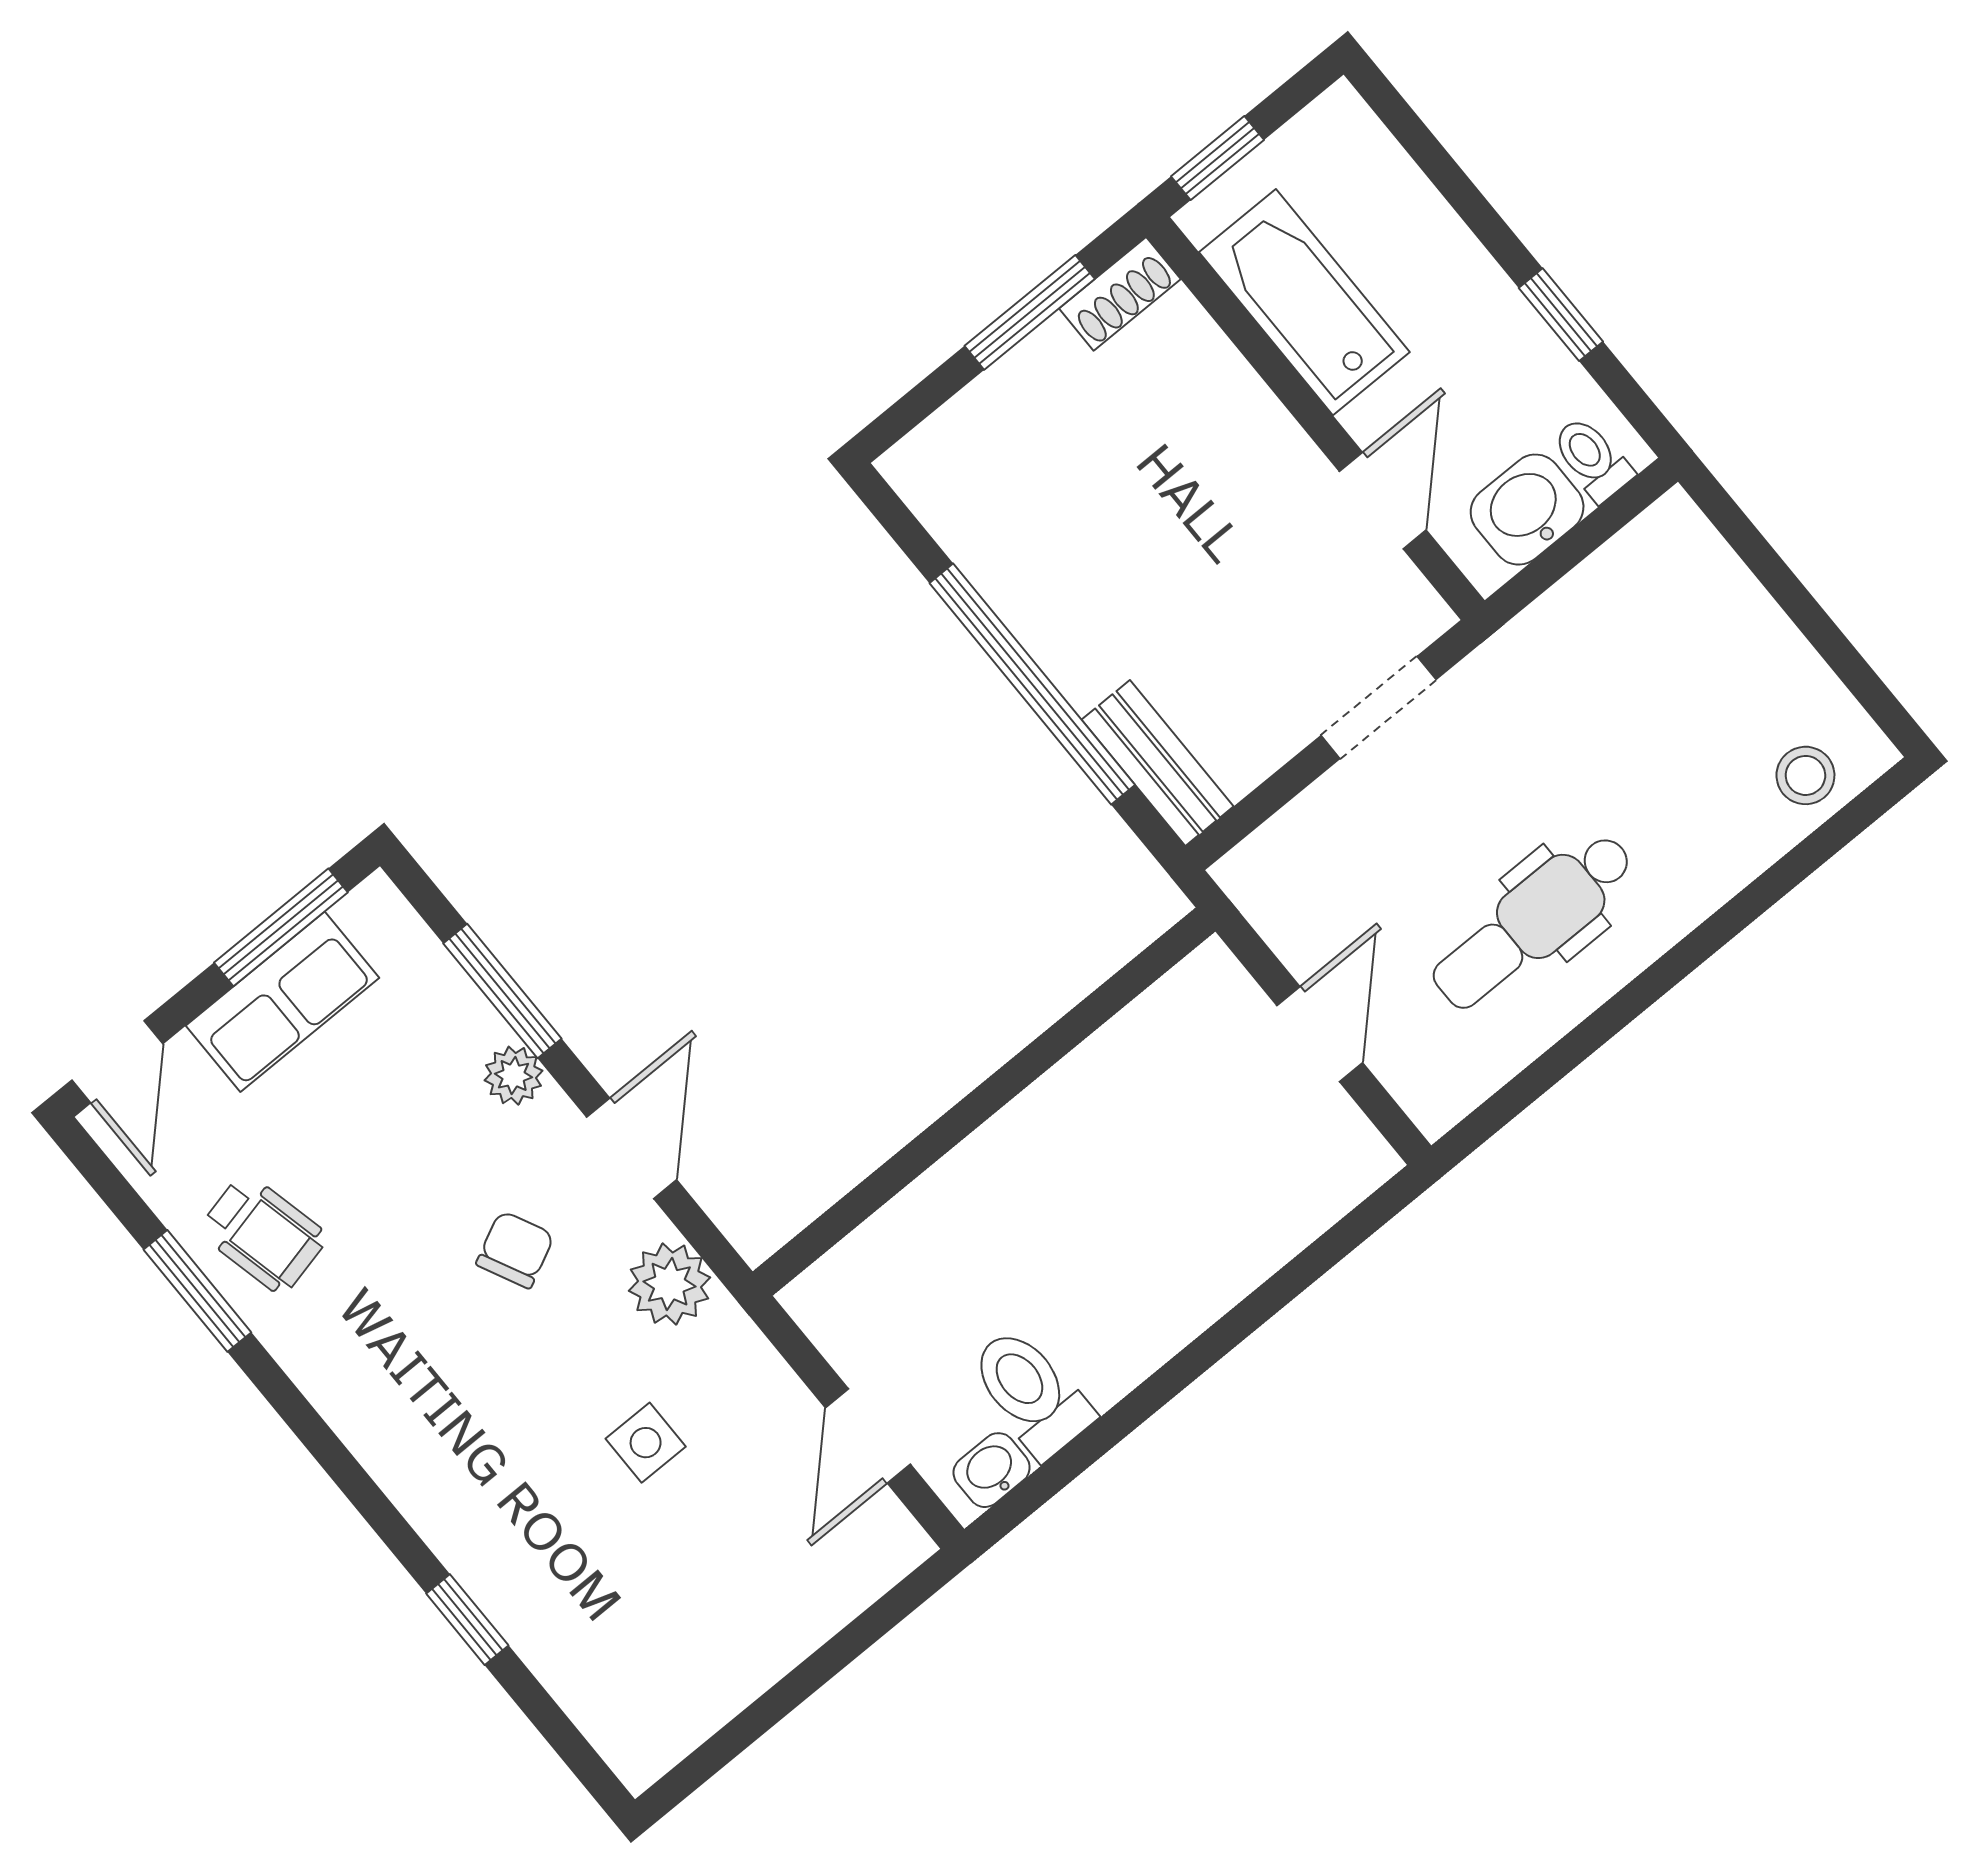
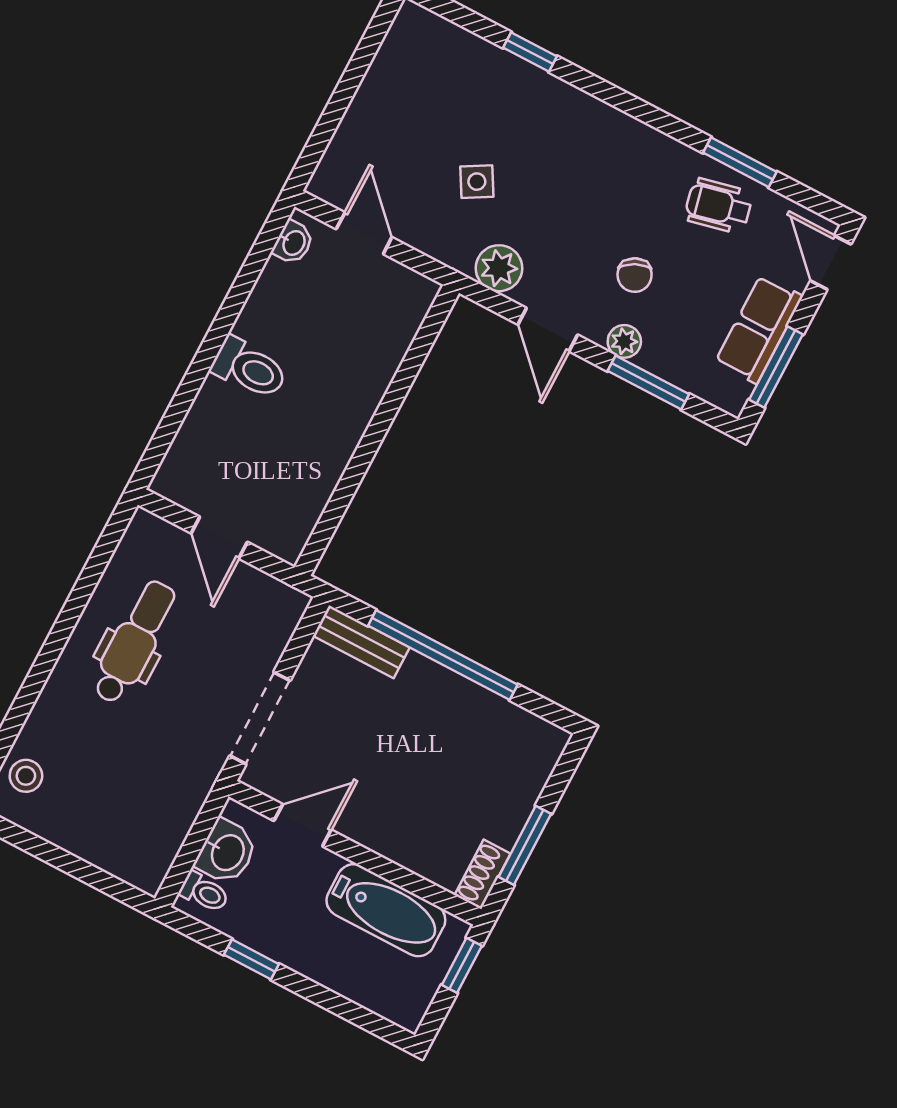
door: (1383, 501) -> (303, 825), swing flipped
doorway: (1379, 707) -> (260, 718), width x1.38
chair: (515, 1250) -> (635, 275), moved
toilet: (1031, 1392) -> (249, 368), moved
side table: (646, 1443) -> (477, 182), turned -30

